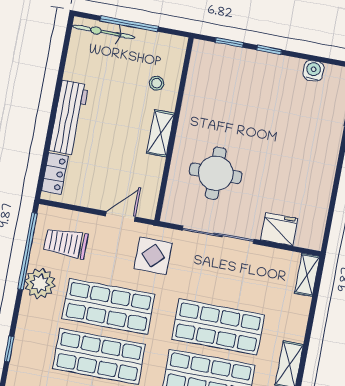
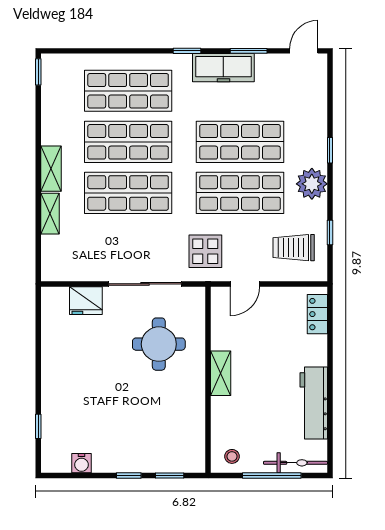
stool: (157, 83) -> (232, 456), moved
workbench: (69, 118) -> (314, 403), moved
trolley: (66, 243) -> (294, 248), turned 180
window: (28, 251) -> (330, 233), width x0.32
shelving: (307, 275) -> (50, 214), moved
plant: (40, 283) -> (312, 184), moved
window: (9, 349) -> (330, 150), moved

